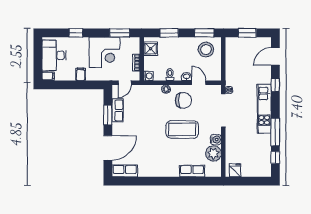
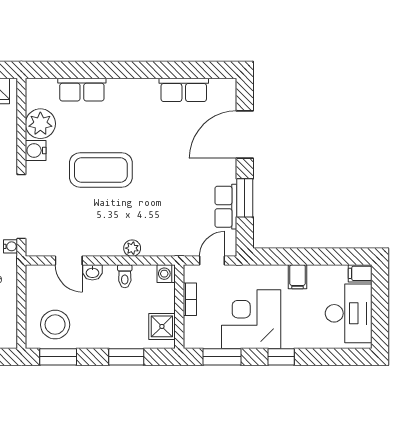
window: (76, 33) -> (281, 357), moved
chair: (183, 100) -> (98, 226), removed
row of seats: (125, 171) -> (184, 90), moved

